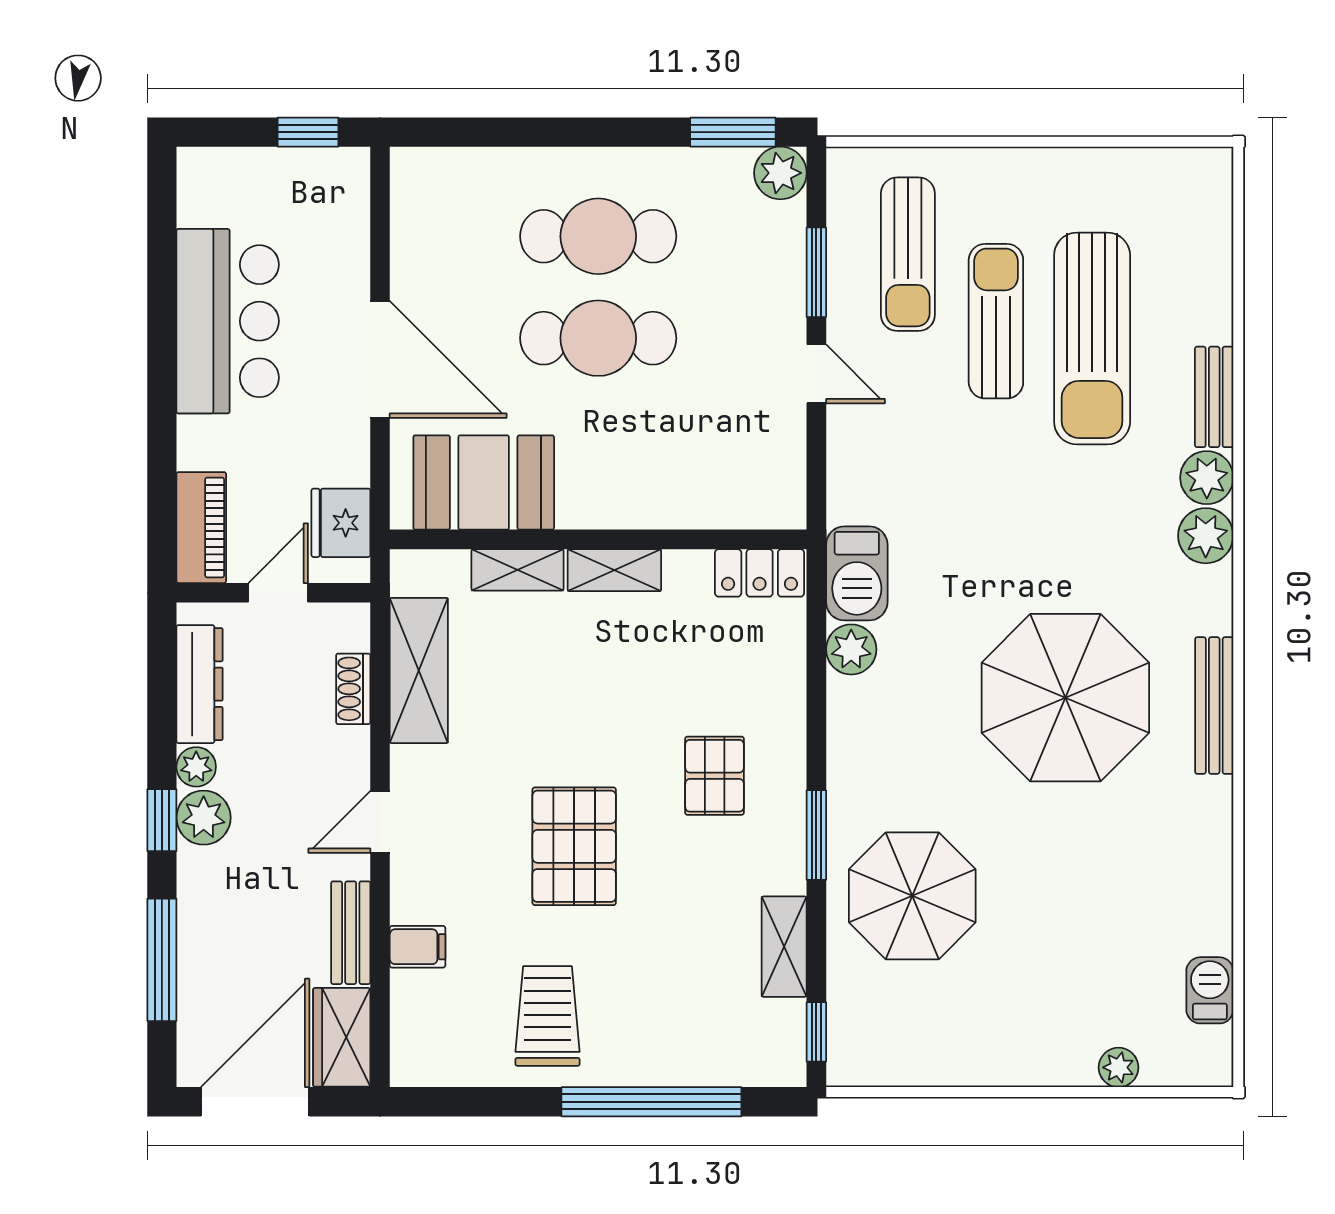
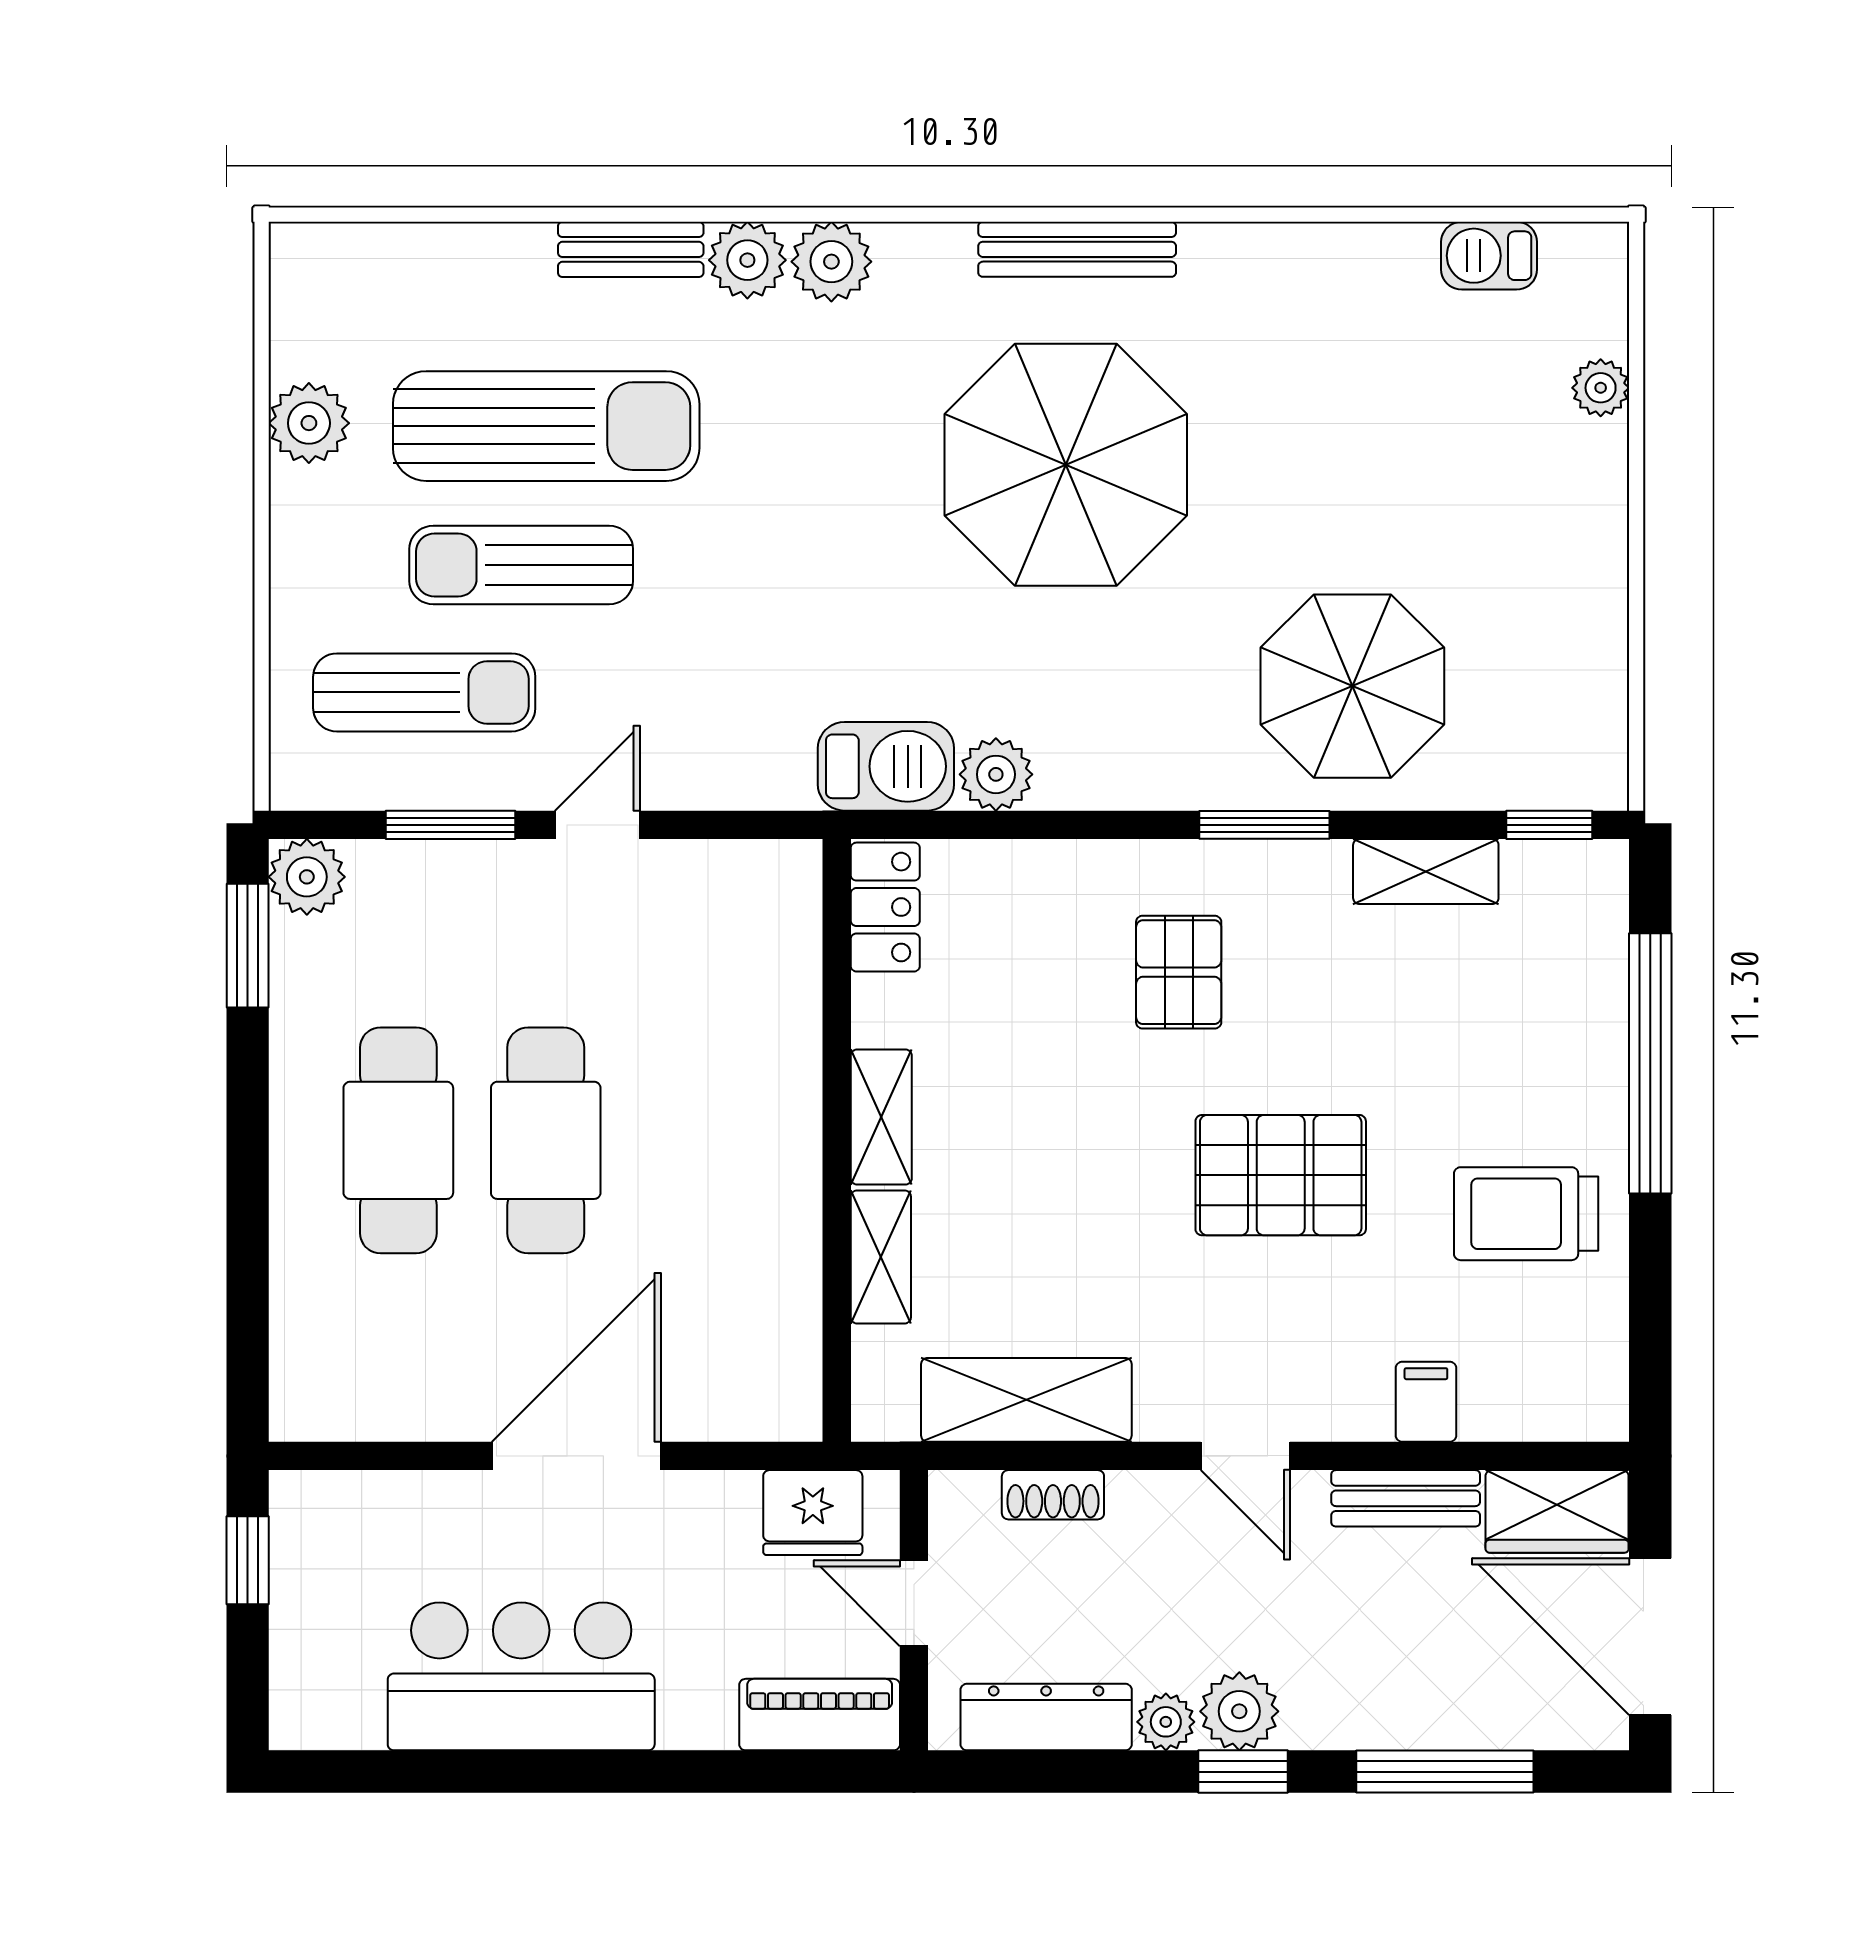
plant: (1094, 174) -> (309, 423), added
booth: (484, 482) -> (754, 1306), removed
pallet: (715, 776) -> (1179, 972), turned 90

